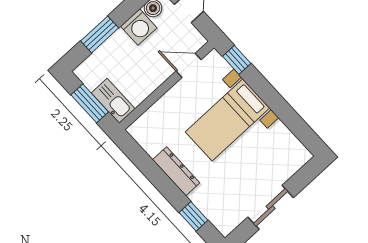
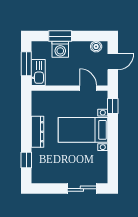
washing machine: (139, 27) -> (60, 49), moved
sliding door: (271, 207) -> (82, 189), moved

